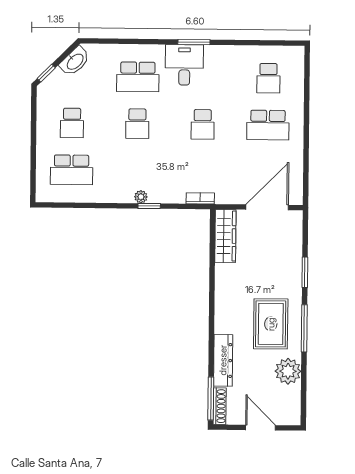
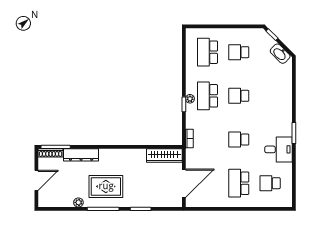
desk: (184, 65) -> (278, 149), moved
school desk: (138, 77) -> (208, 96), moved
door: (267, 207) -> (184, 183), hinge flipped
plant: (288, 371) -> (78, 202), width x0.53, depth x0.53

